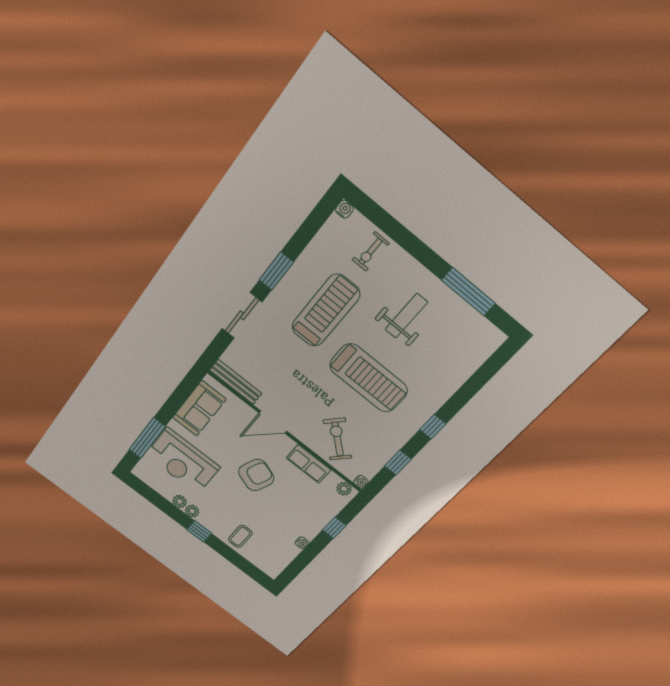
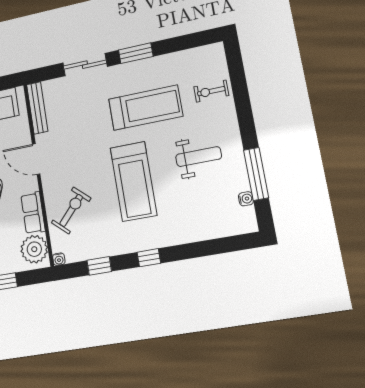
water cooler: (344, 209) -> (246, 199), moved
plant: (344, 489) -> (34, 249), width x1.88, depth x1.88

